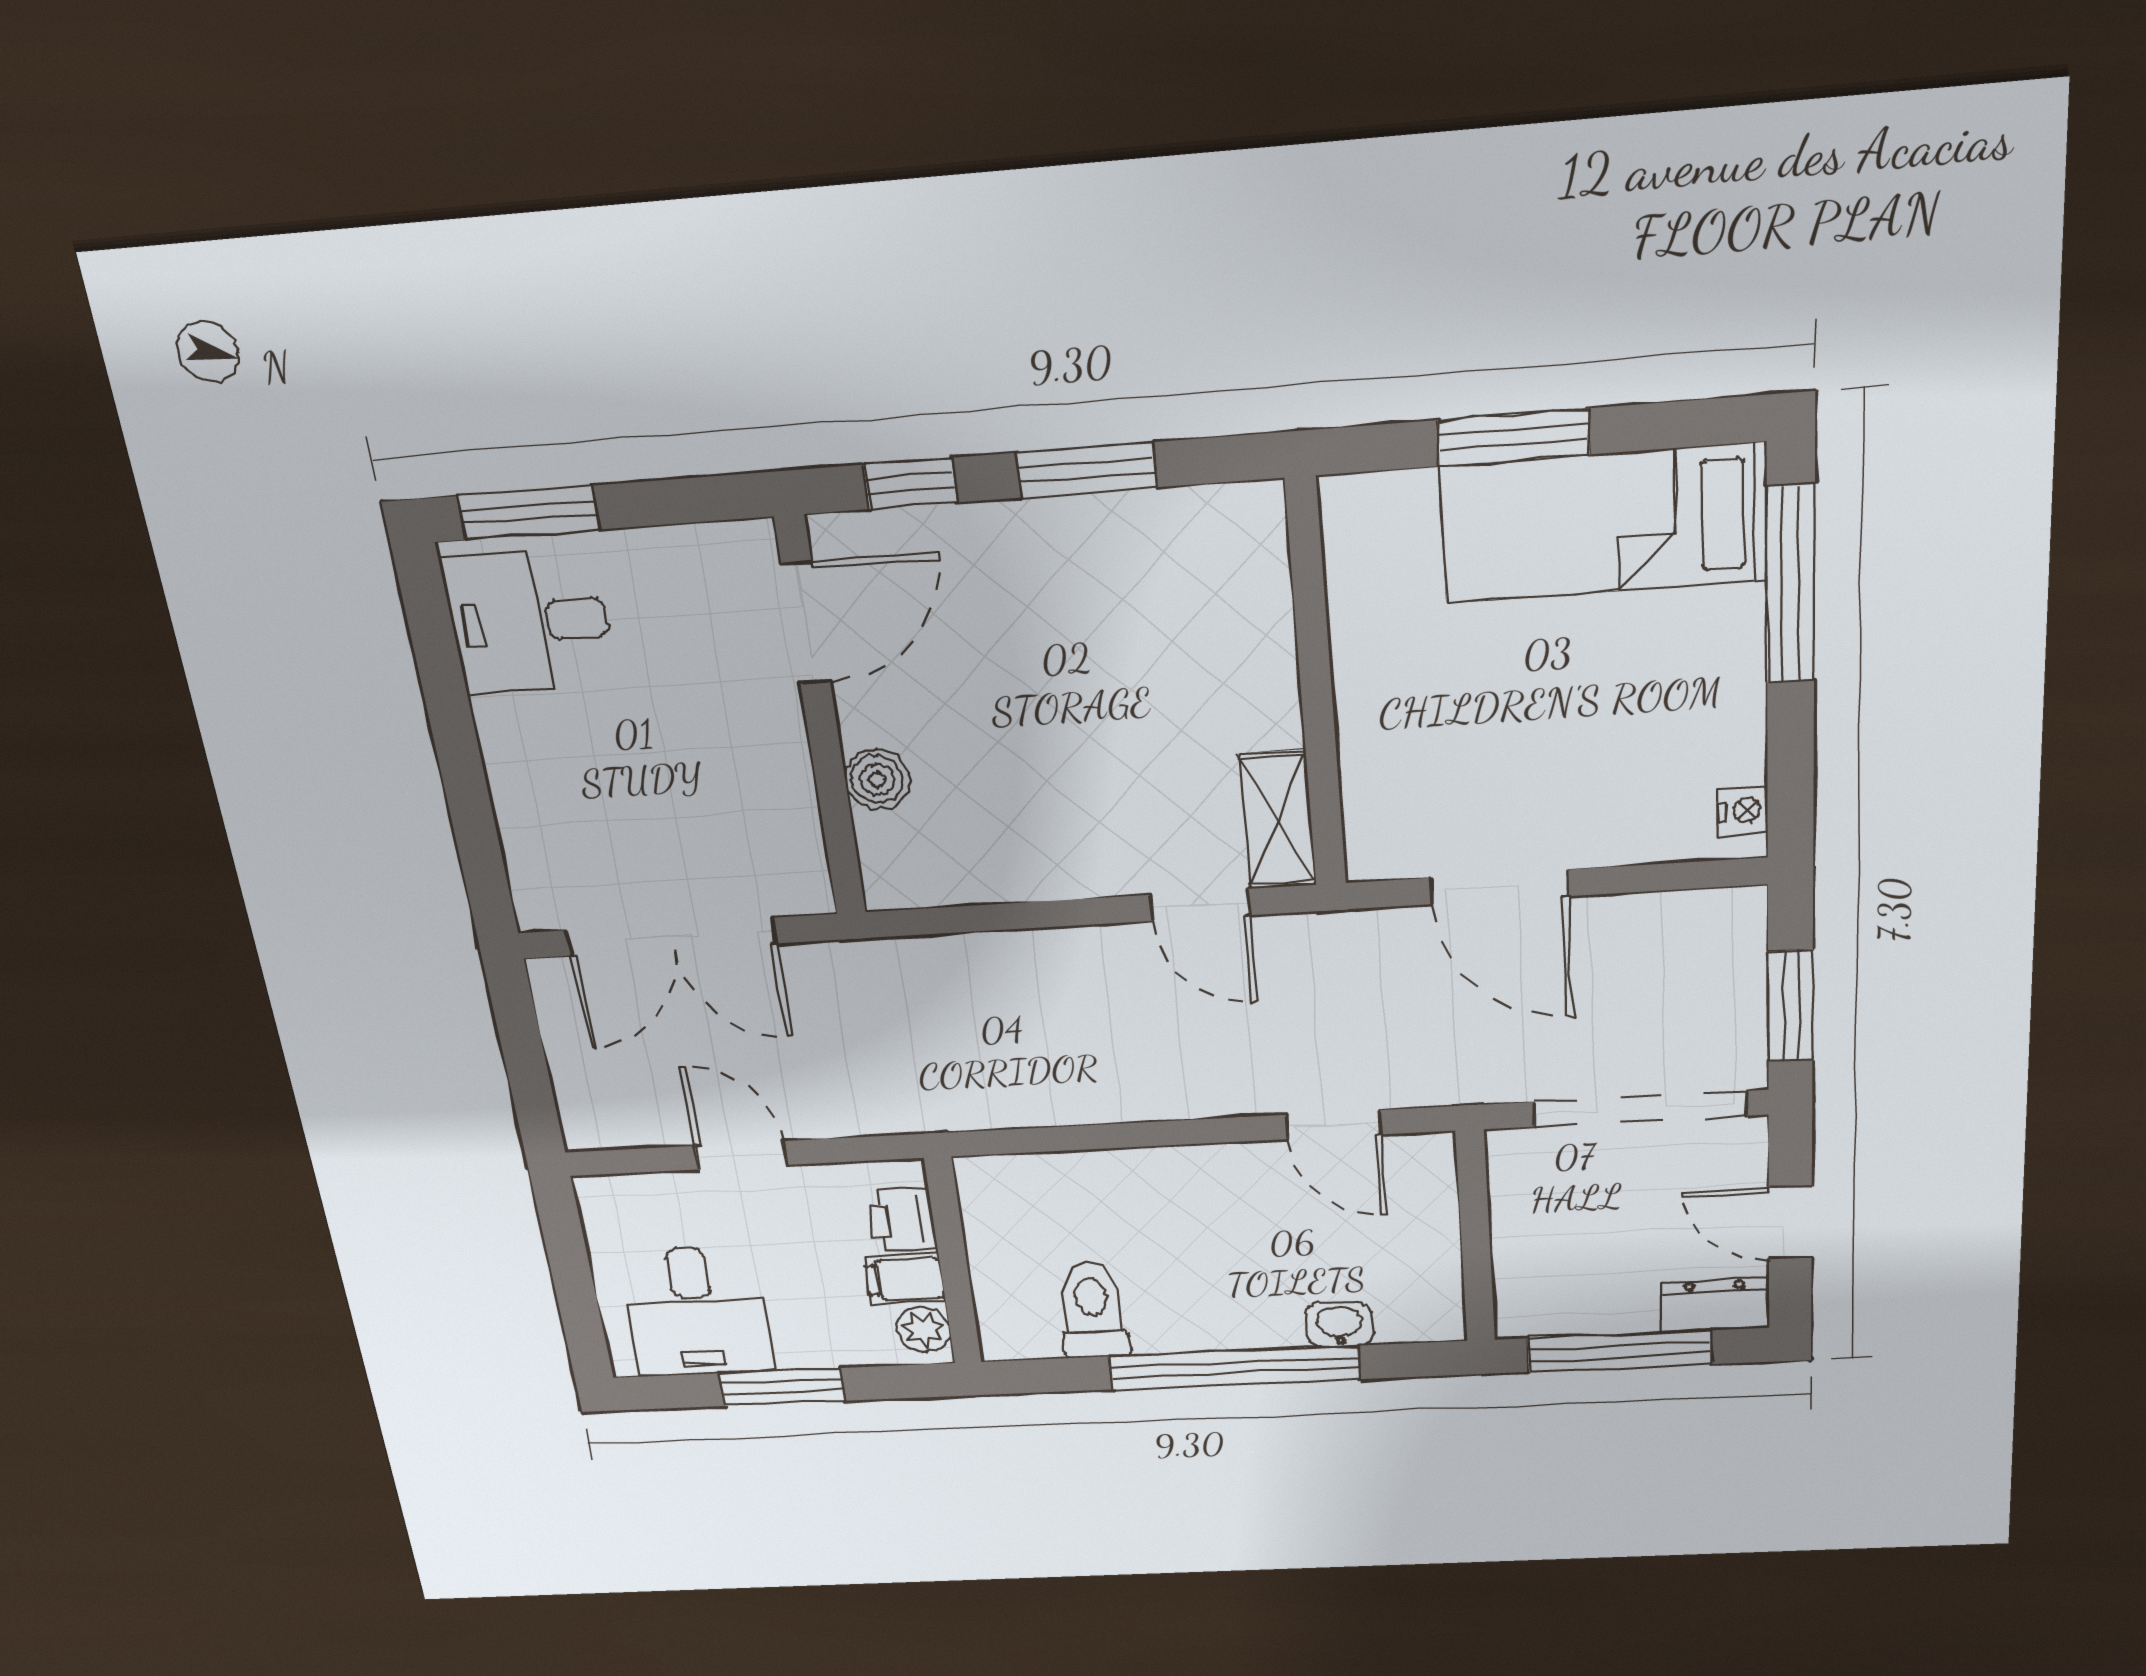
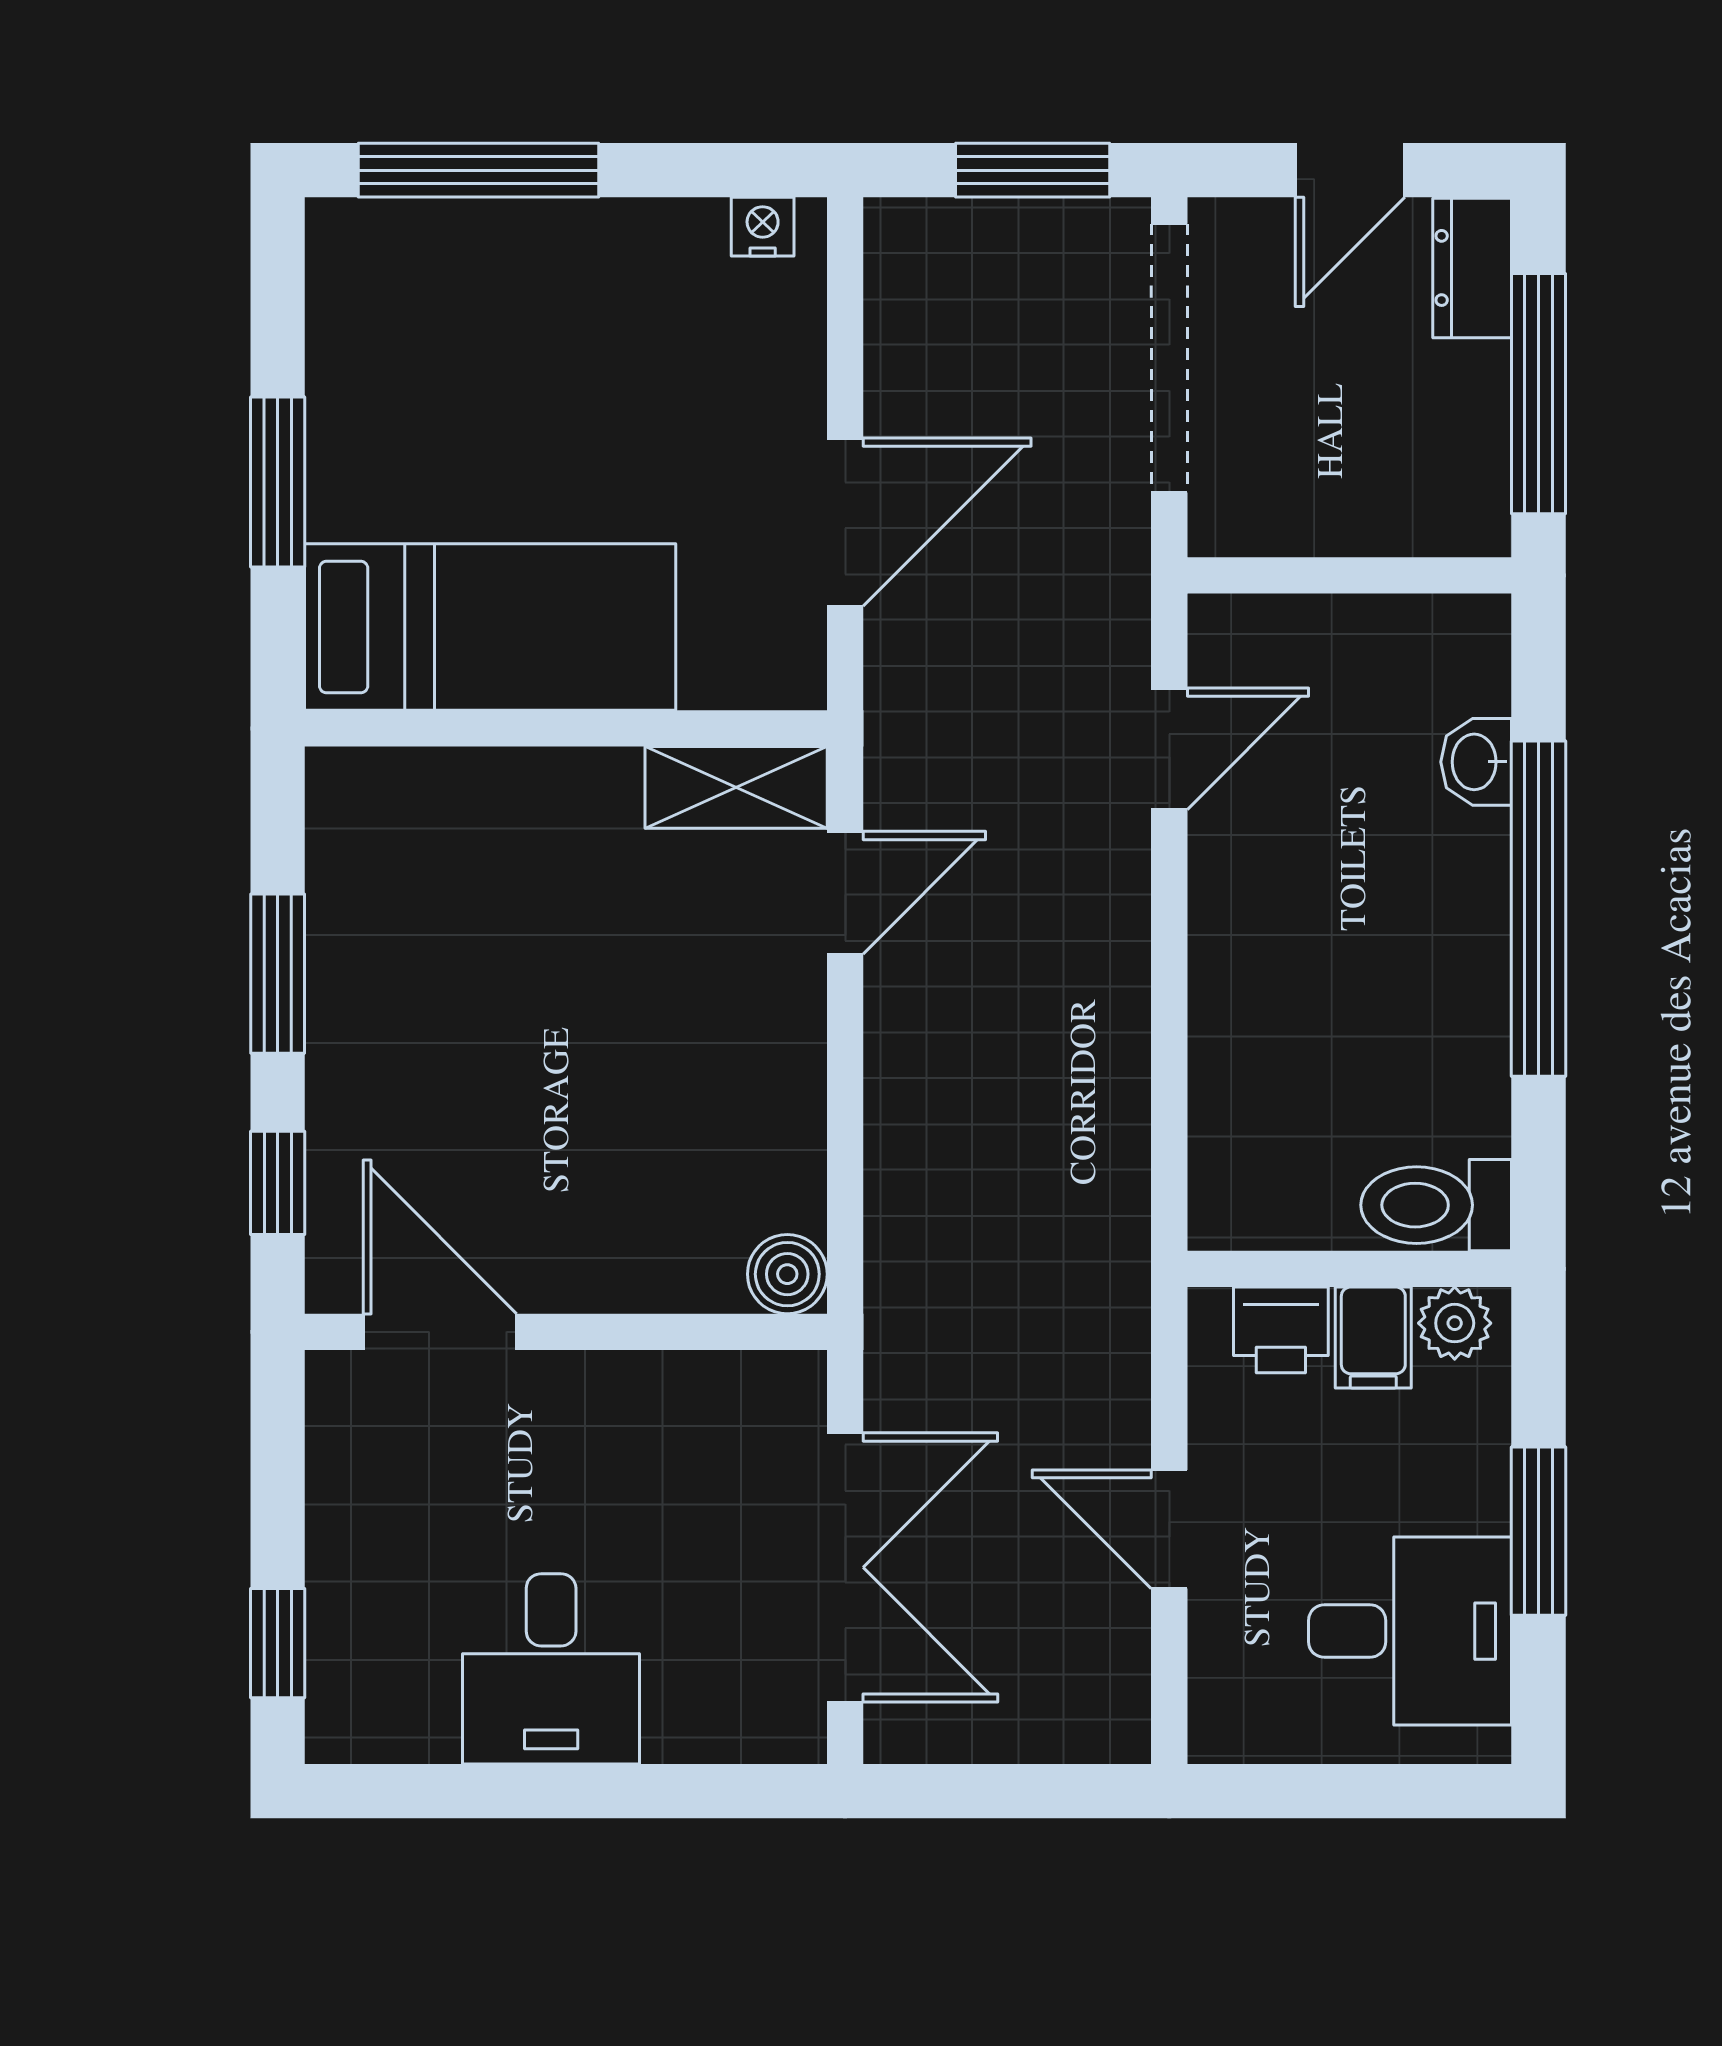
window: (528, 513) -> (278, 1643), width x0.67
bed: (1604, 523) -> (490, 627), moved, turned -90
desk: (529, 622) -> (551, 1669), moved
boiler: (877, 780) -> (787, 1274), moved
door: (741, 1155) -> (1169, 1529), hinge flipped
toilet: (1093, 1310) -> (1436, 1205), moved

